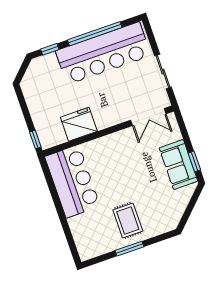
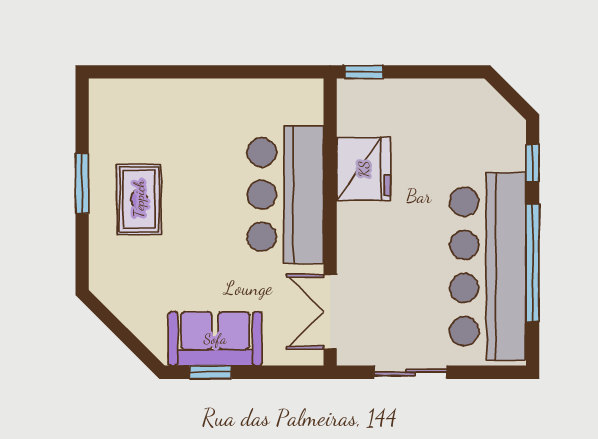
bar counter: (72, 181) -> (285, 195), moved, turned 90
rug: (128, 221) -> (139, 199), turned 90

